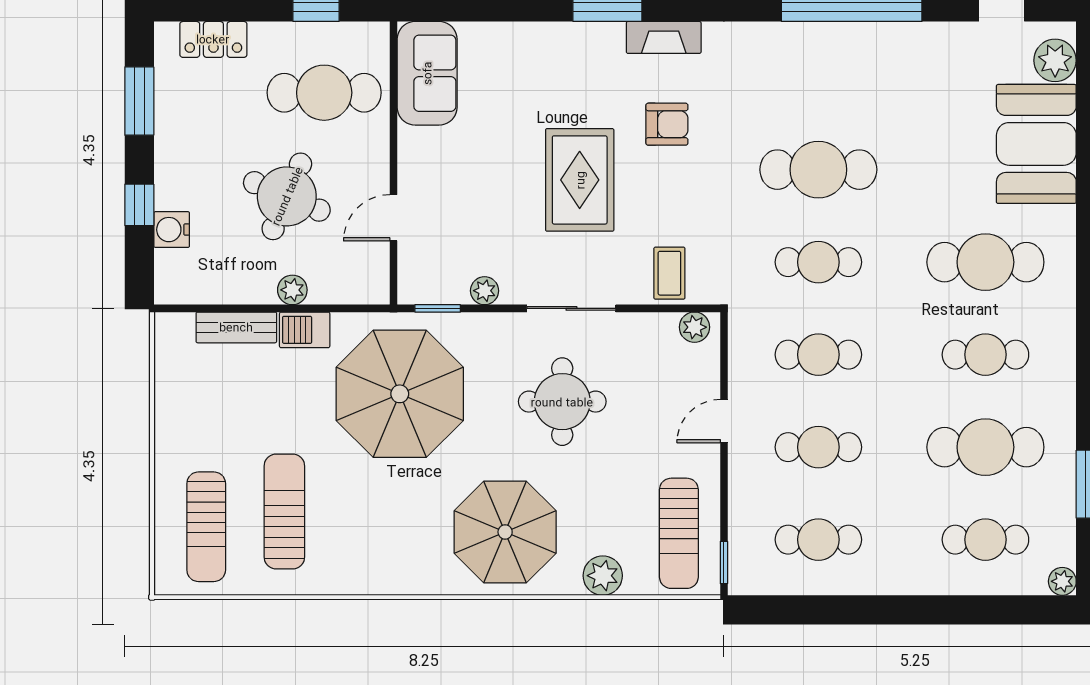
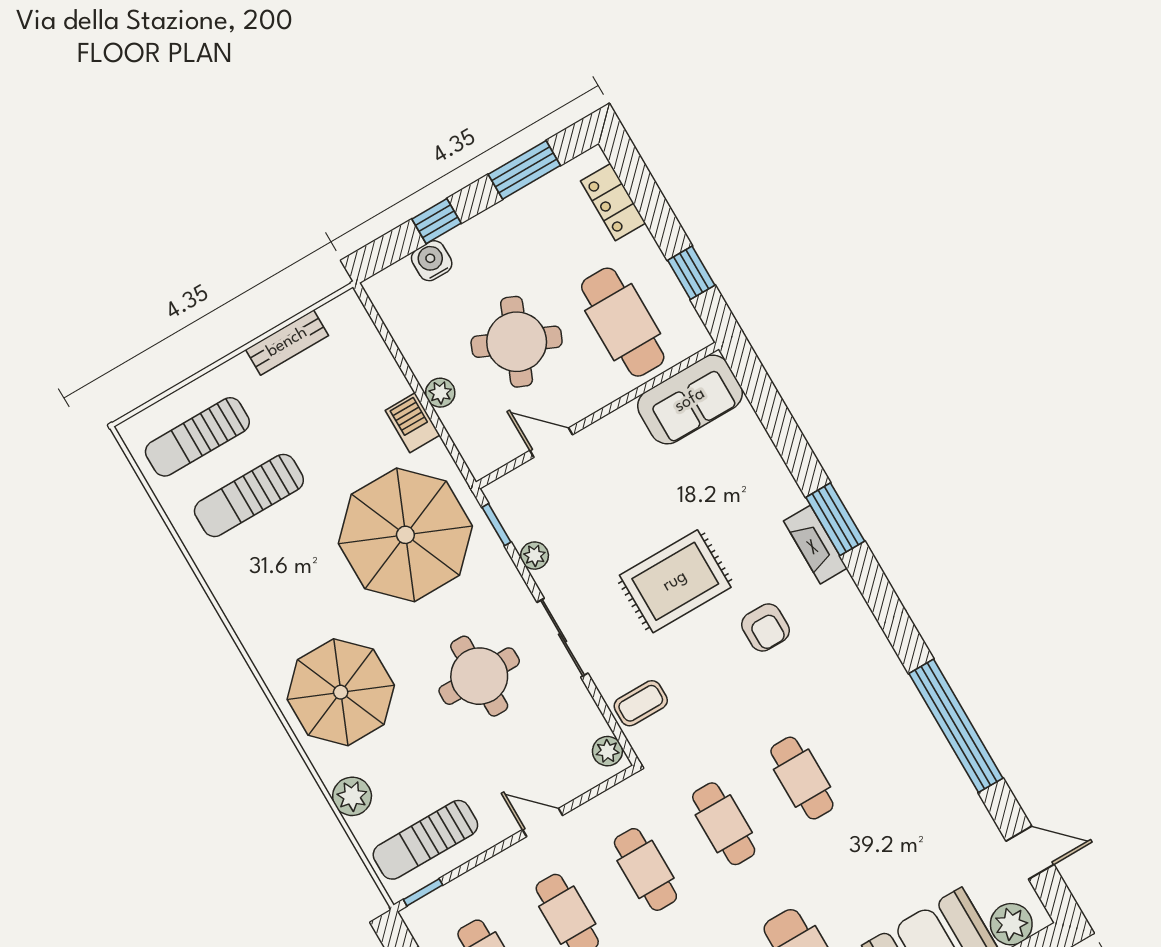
fireplace: (664, 37) -> (815, 545), moved
cafe table: (818, 170) -> (802, 778), width x0.73, depth x0.74
bench: (236, 327) -> (287, 342), moved, turned 90
sun lounger: (284, 512) -> (249, 495), turned 180

